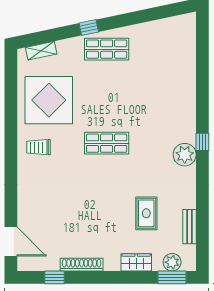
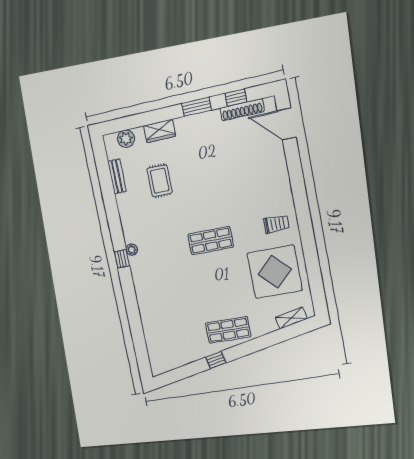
window: (89, 28) -> (216, 360), moved
plant: (185, 155) -> (132, 250), width x0.53, depth x0.53
shoe rack: (82, 265) -> (242, 110), moved
window: (172, 277) -> (197, 107), moved

